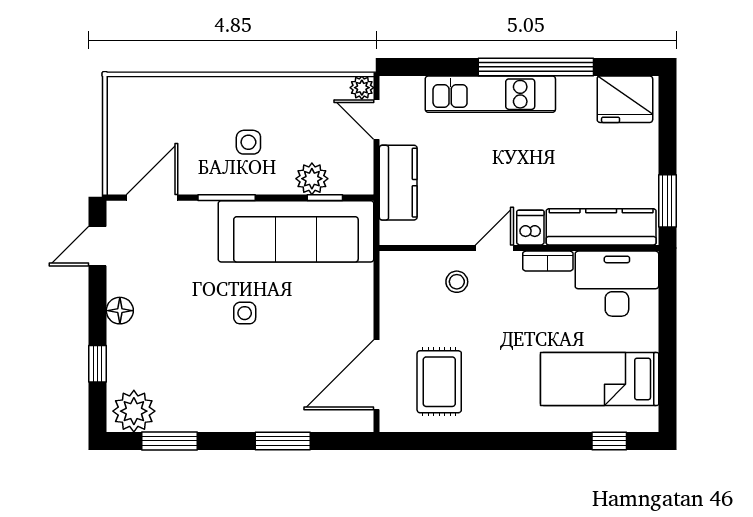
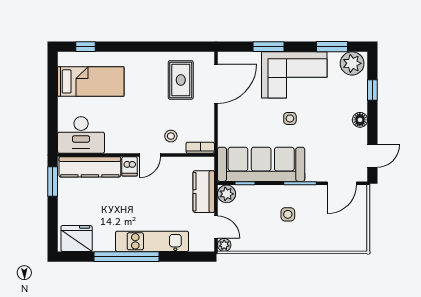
plant: (312, 179) -> (227, 194), moved
bookcase: (548, 261) -> (200, 148), moved
corner sofa: (237, 391) -> (294, 75), added

